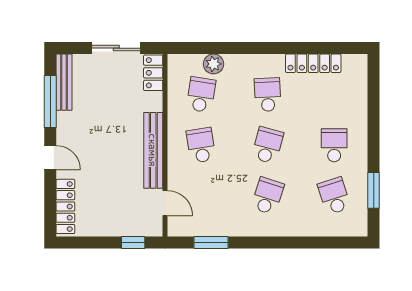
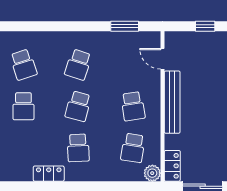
locker: (313, 63) -> (49, 174), width x0.66
plant: (213, 64) -> (152, 173), moved
window: (133, 243) -> (205, 26), moved

